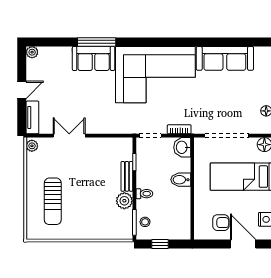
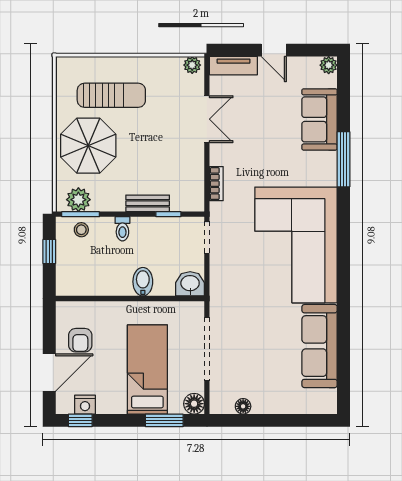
sofa: (94, 58) -> (319, 119), moved
bookcase: (179, 129) -> (216, 184), moved
sun lounger: (53, 201) -> (111, 95), turned 180
plant: (124, 201) -> (78, 200), moved
parasol: (87, 217) -> (88, 146), added

